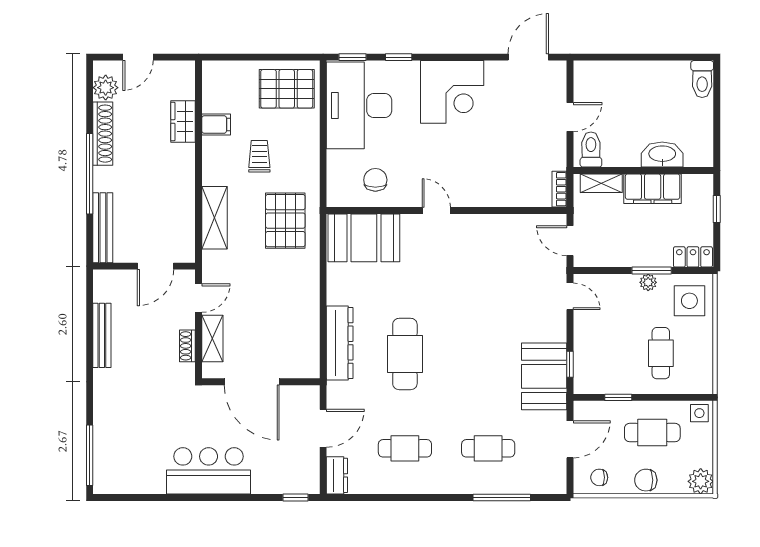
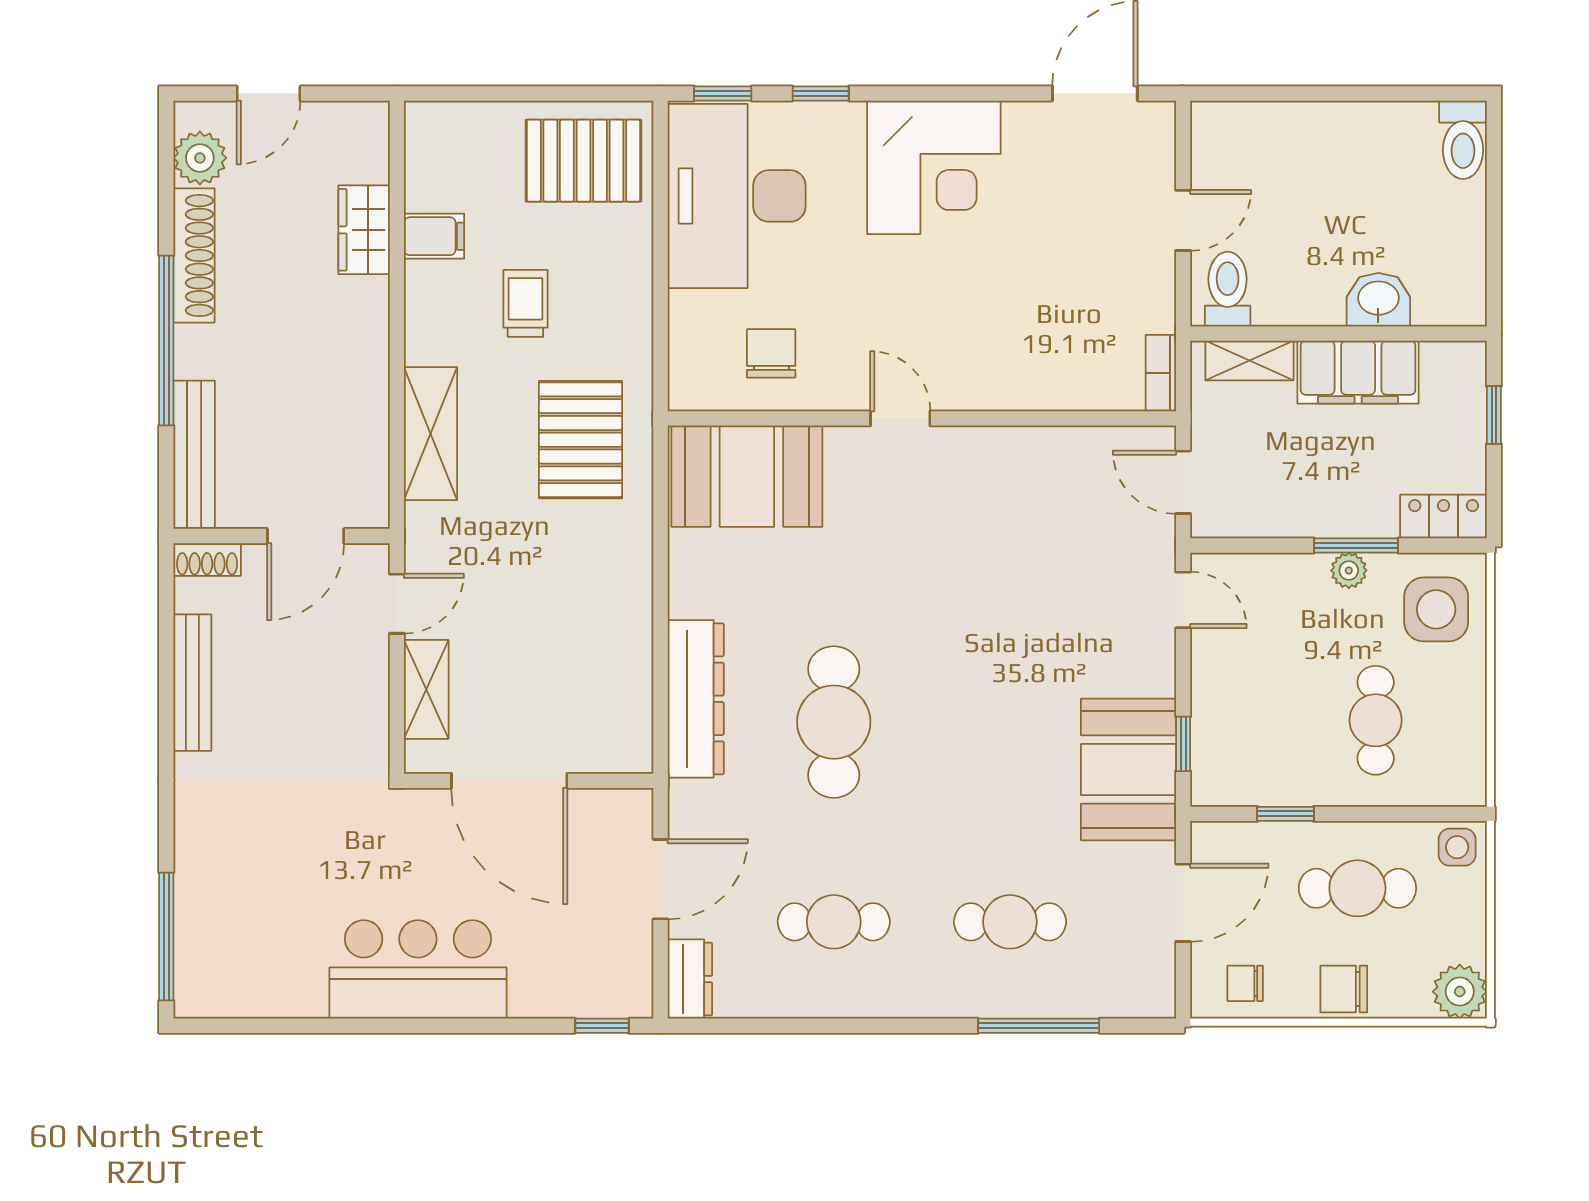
washbasin: (662, 154) -> (1378, 300), width x0.72
shoe rack: (187, 346) -> (207, 560), moved, turned -90

